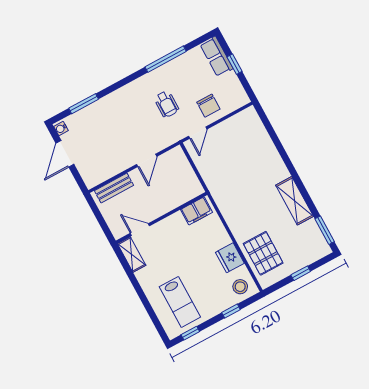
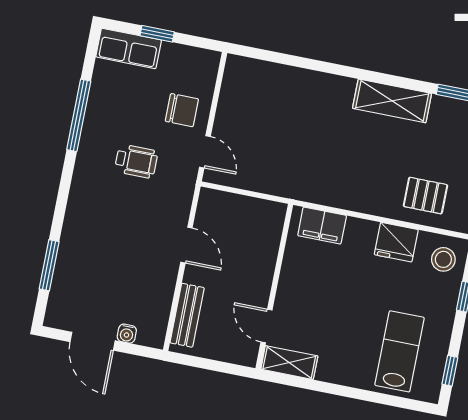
water cooler: (61, 128) -> (127, 334), moved
filing cabinet: (196, 211) -> (322, 226), moved, turned 90
door: (140, 230) -> (267, 326), hinge flipped
pallet: (263, 253) -> (425, 196), width x0.67, depth x0.71
lab bench: (180, 302) -> (400, 351), turned -90

